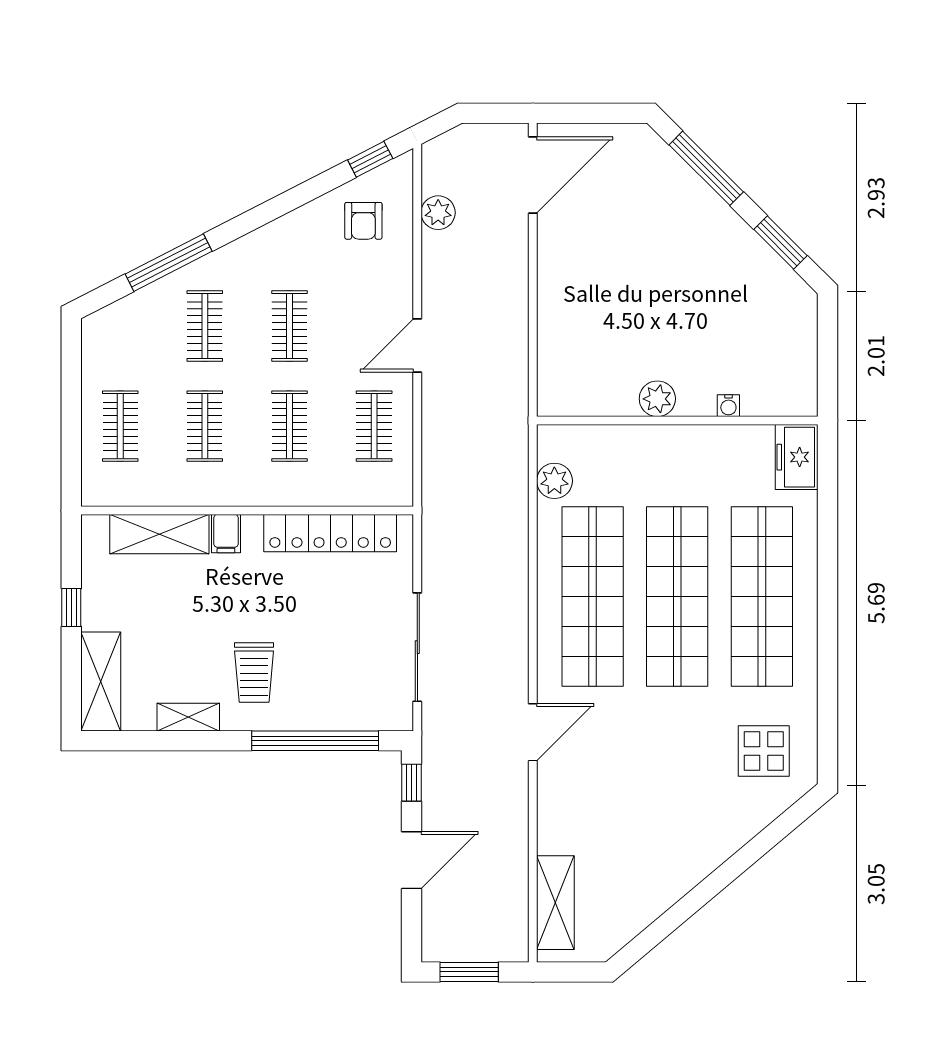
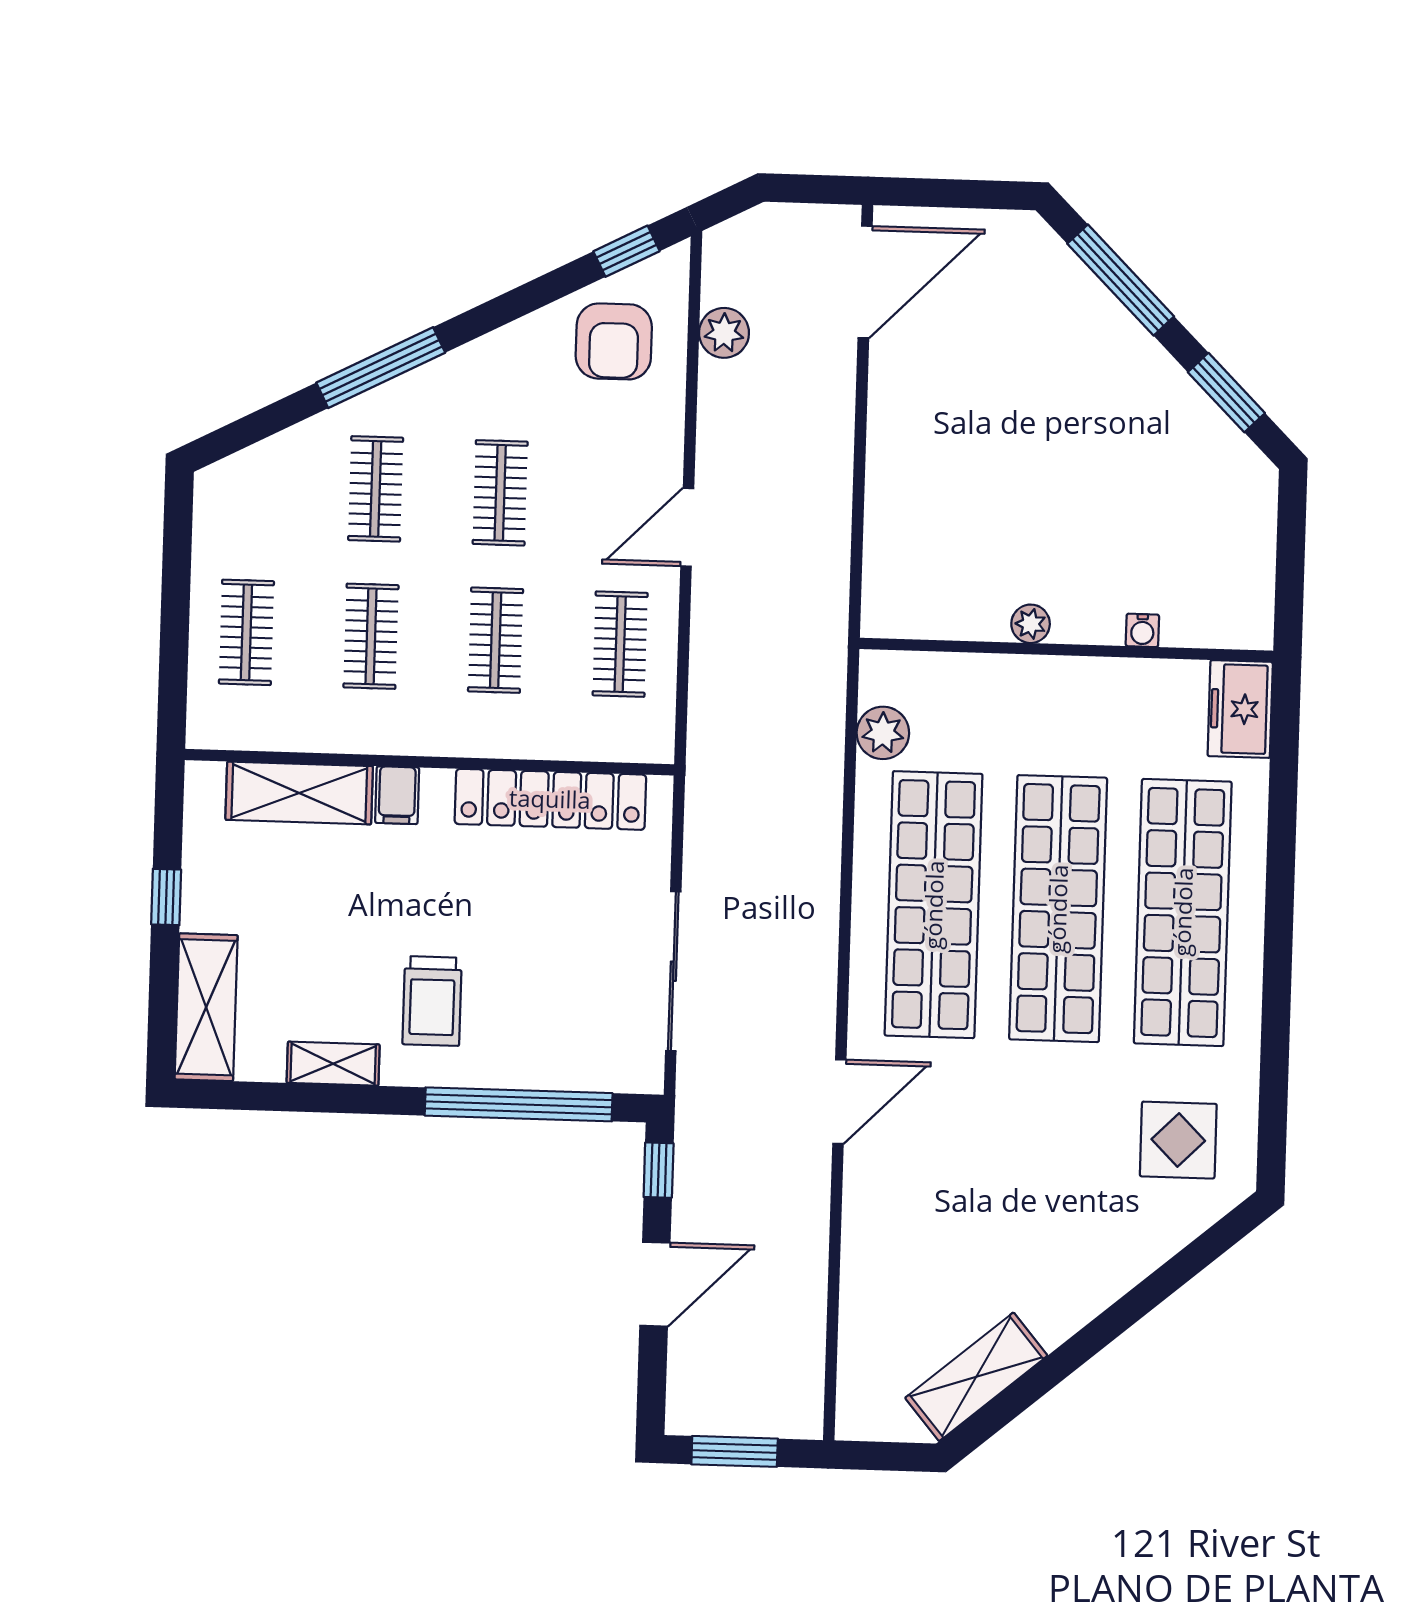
armchair: (363, 221) -> (614, 341), width x1.38, depth x1.38
window: (169, 263) -> (381, 368), moved
plant: (657, 399) -> (1031, 624), width x0.73, depth x0.73
shelving: (555, 903) -> (976, 1377), moved, turned 50

